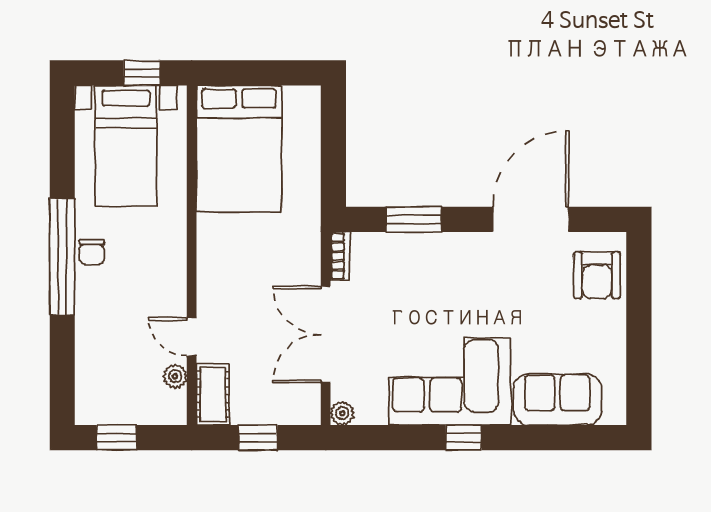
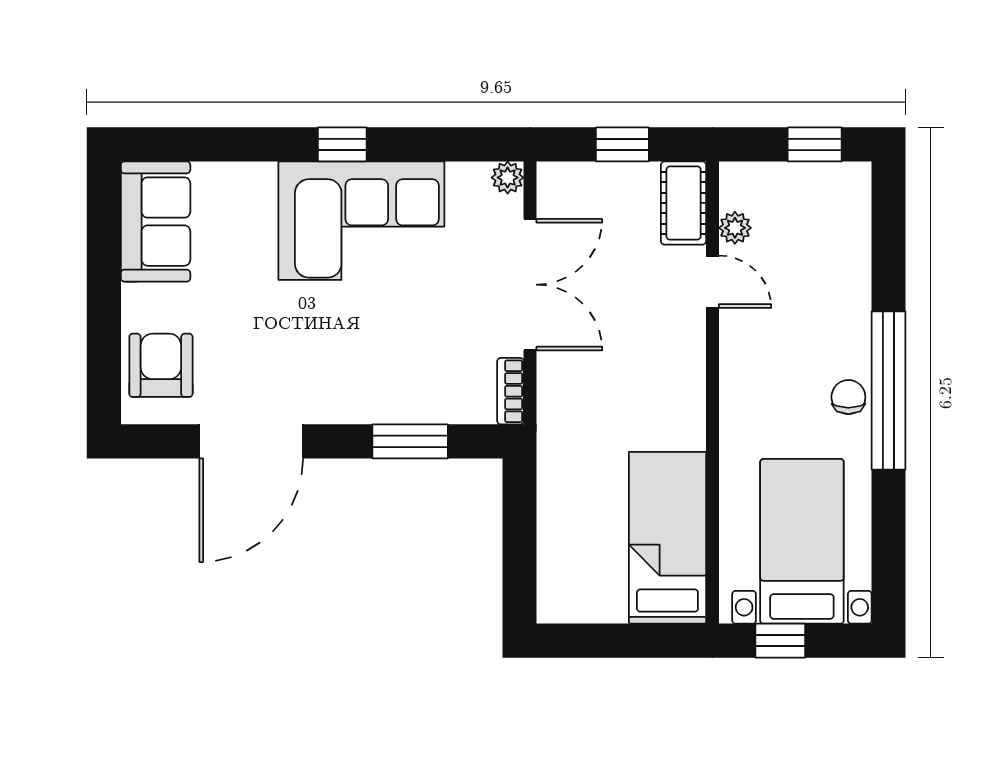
bed: (239, 148) -> (667, 538), width x0.67
sofa: (557, 400) -> (156, 222), moved, turned -90

